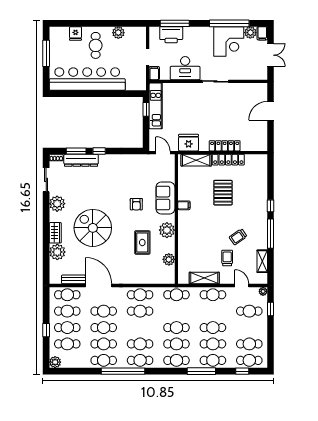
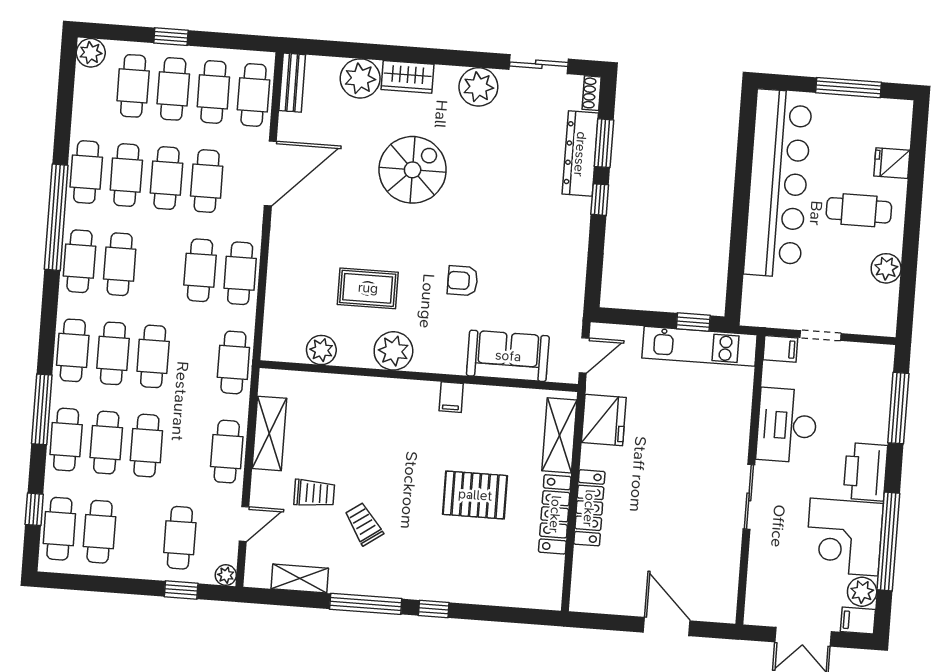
printer: (171, 35) -> (865, 472), moved
sofa: (165, 198) -> (508, 356), moved
spiral stairs: (93, 228) -> (413, 170), width x0.73, depth x0.73
bench: (73, 279) -> (292, 83), moved

